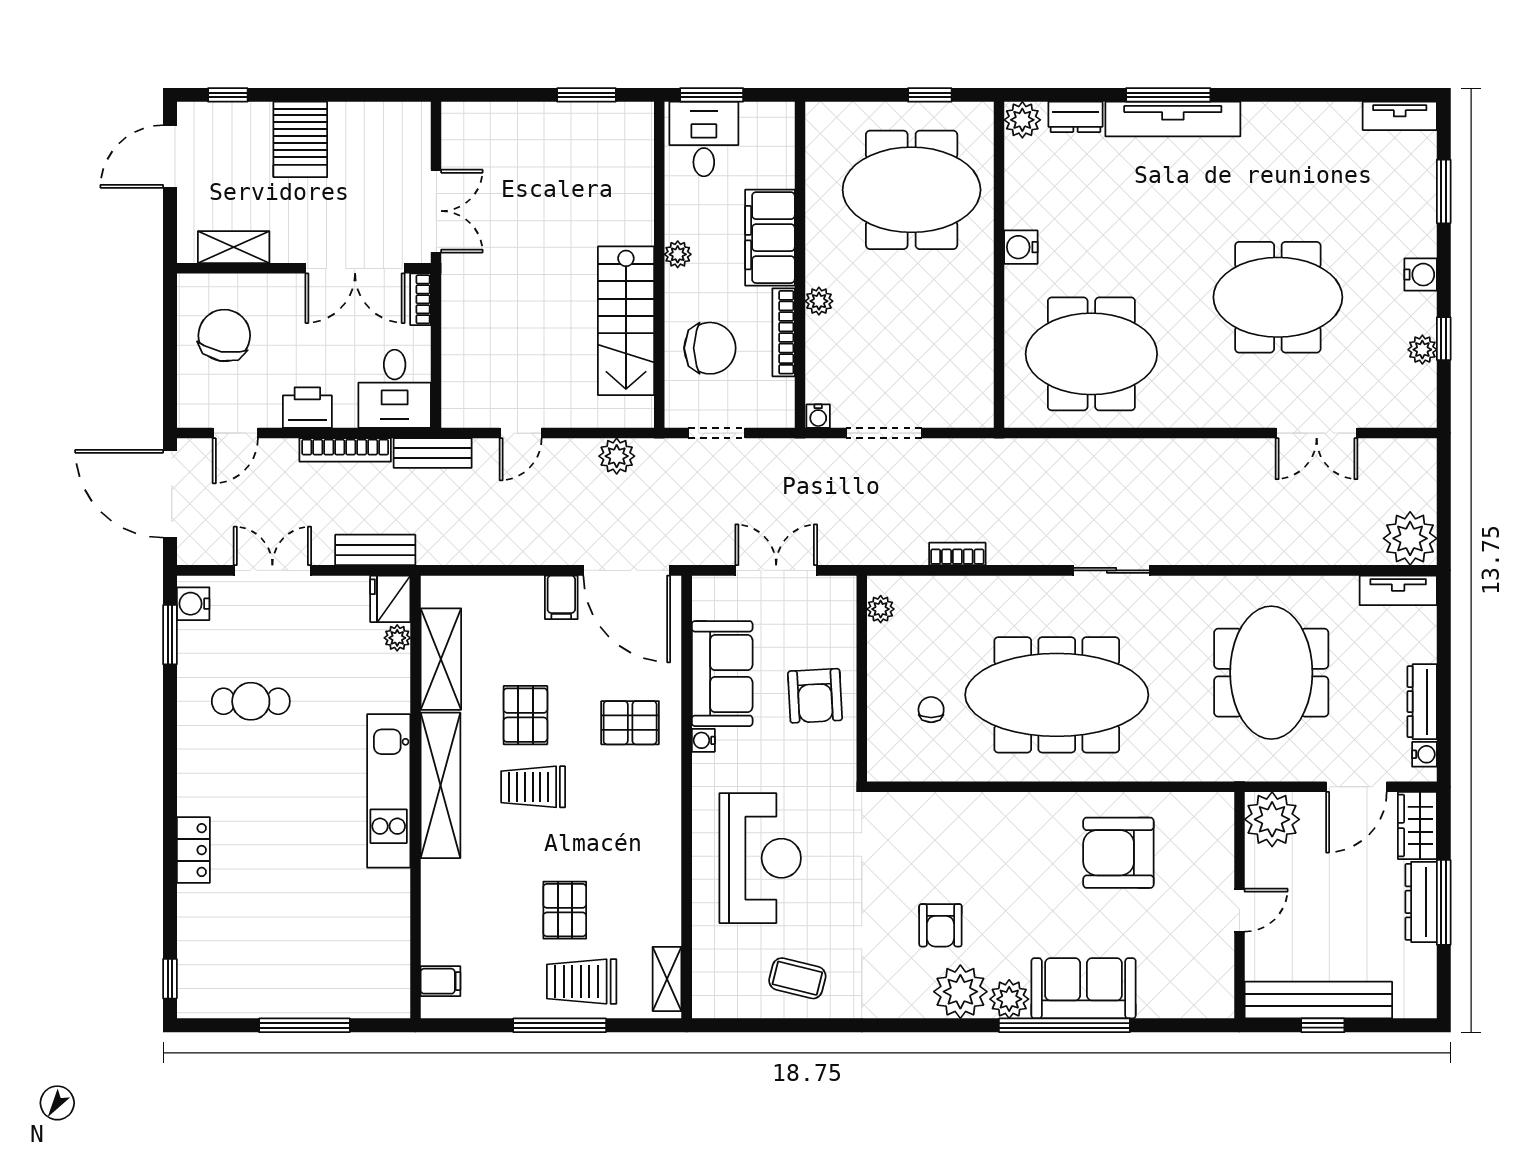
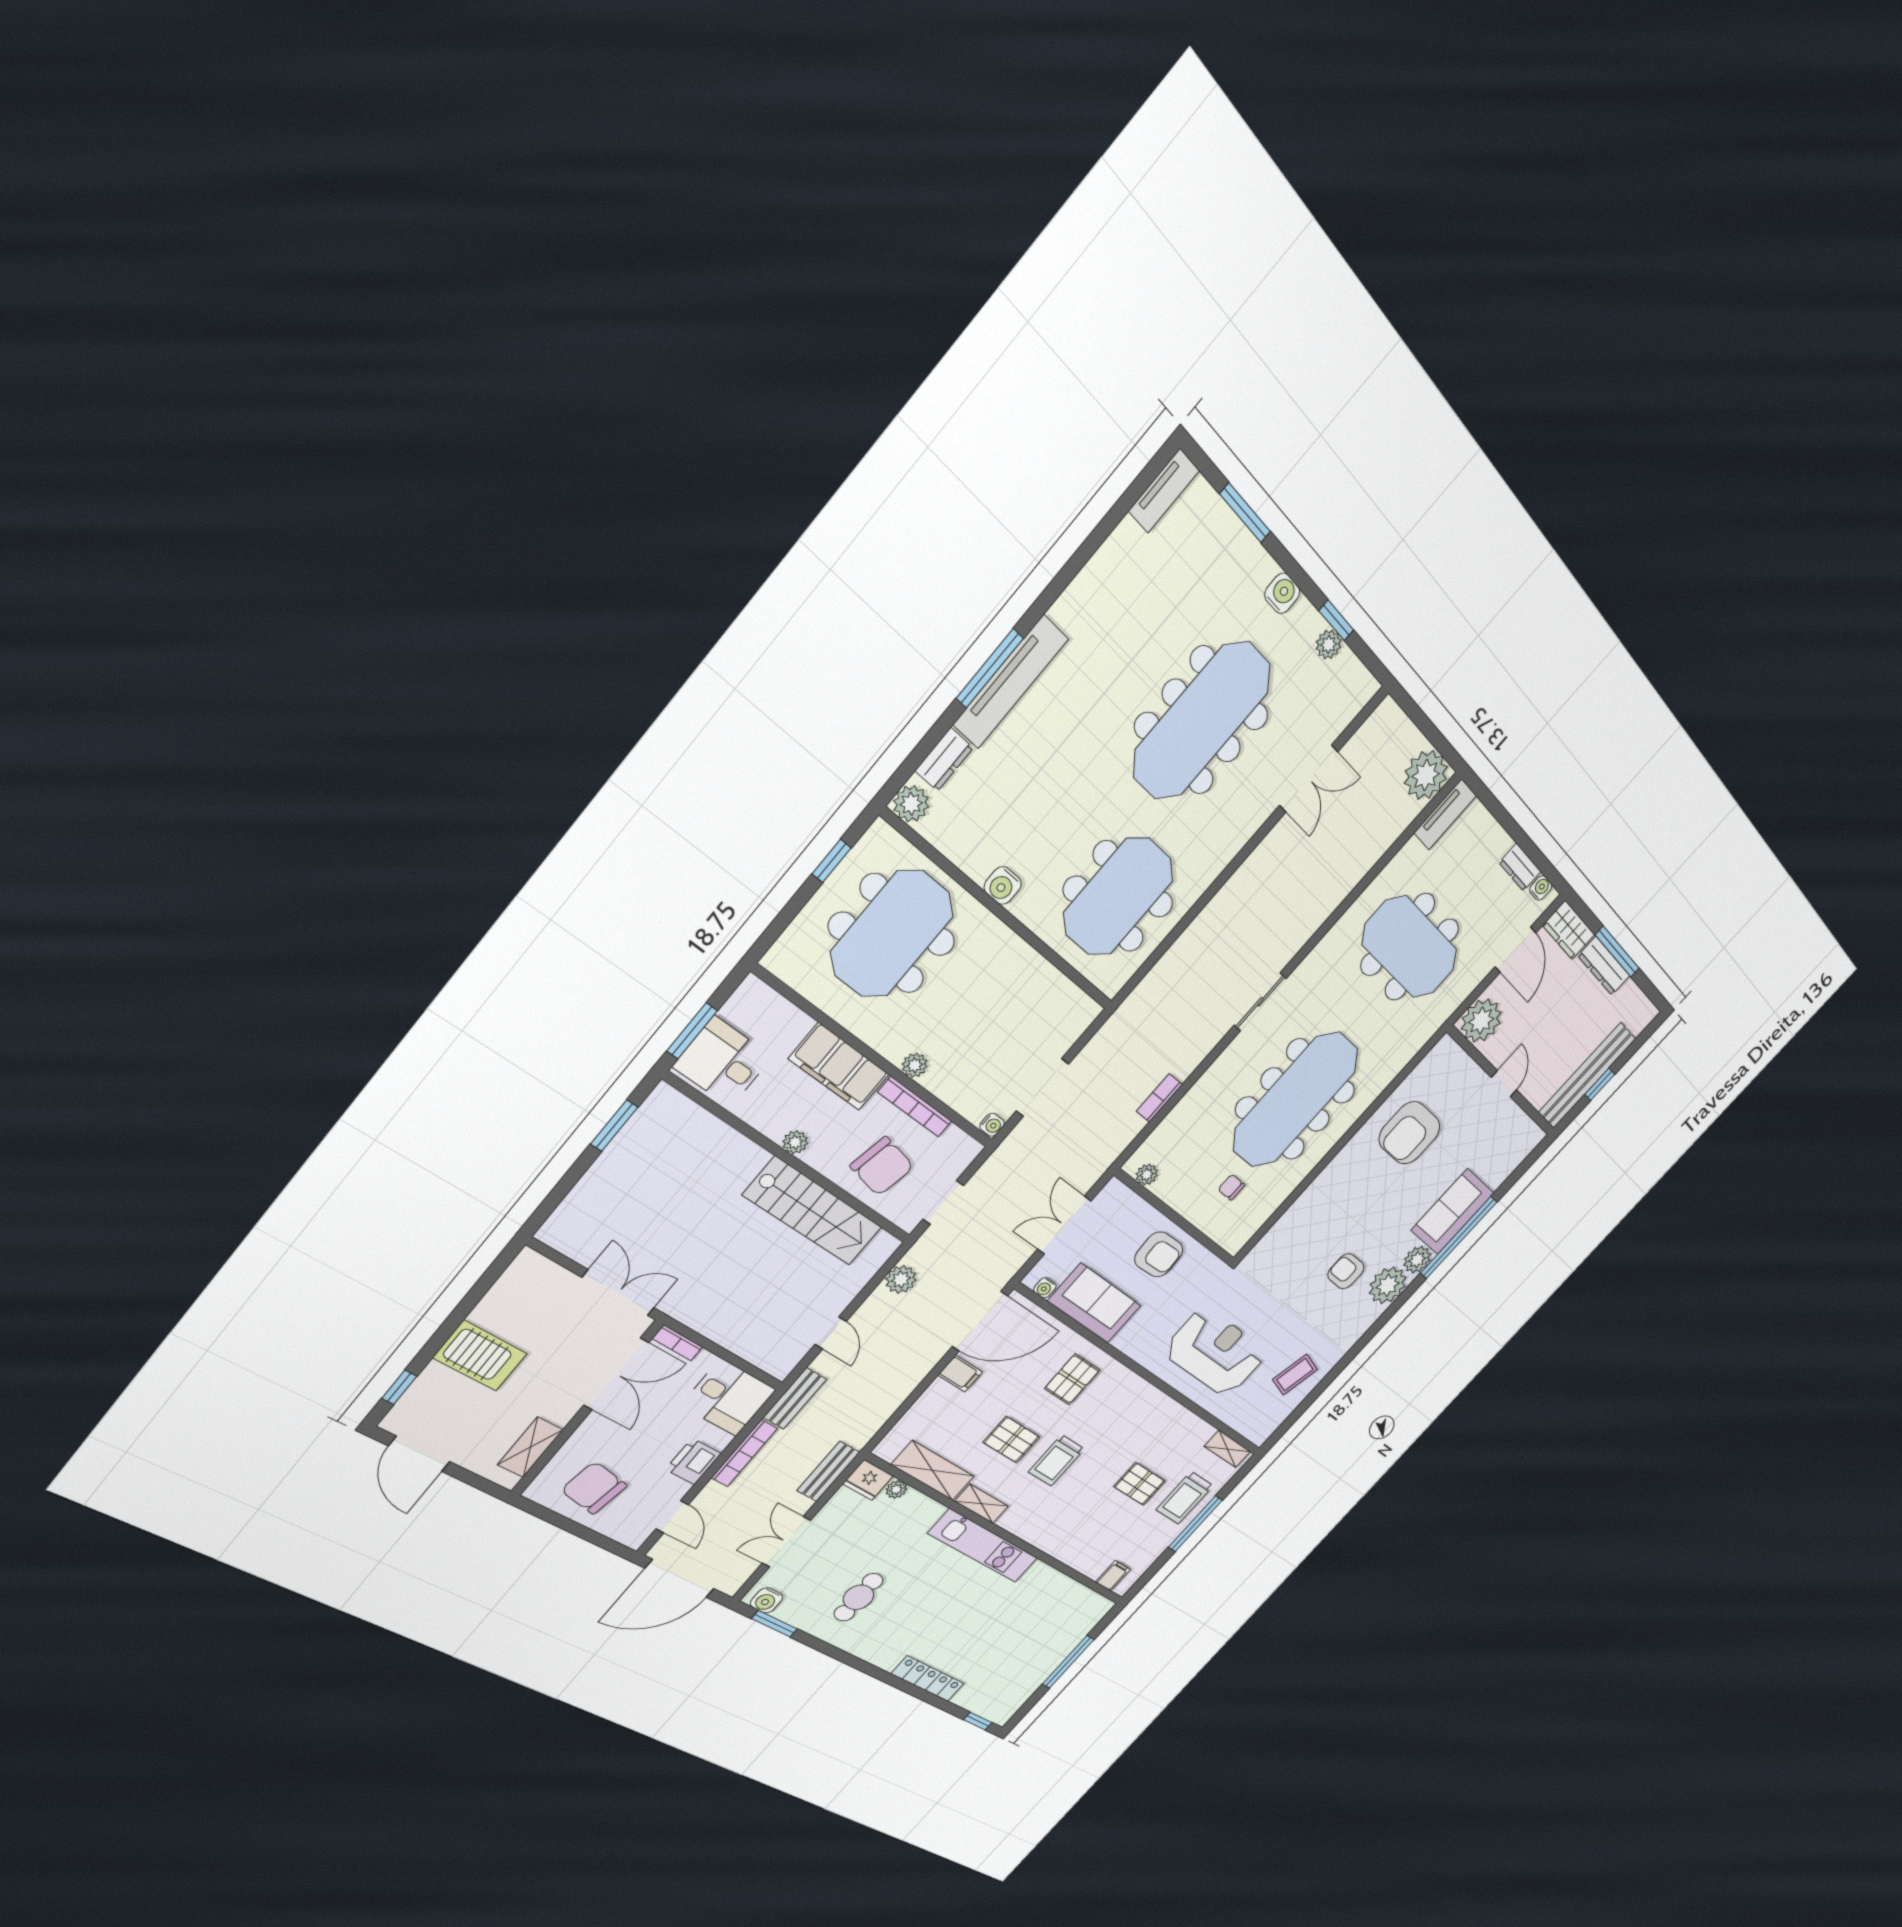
meeting table: (1278, 297) -> (1202, 721), width x1.36
chair: (710, 348) -> (882, 1166), turned 101
dresser: (1422, 702) -> (1520, 867), width x0.70
water cooler: (703, 740) -> (1045, 1288), moved
shelving: (440, 785) -> (981, 1504), width x0.45, depth x0.75
locker: (193, 850) -> (928, 1679), width x1.53
armchair: (940, 925) -> (1346, 1271), turned 180

